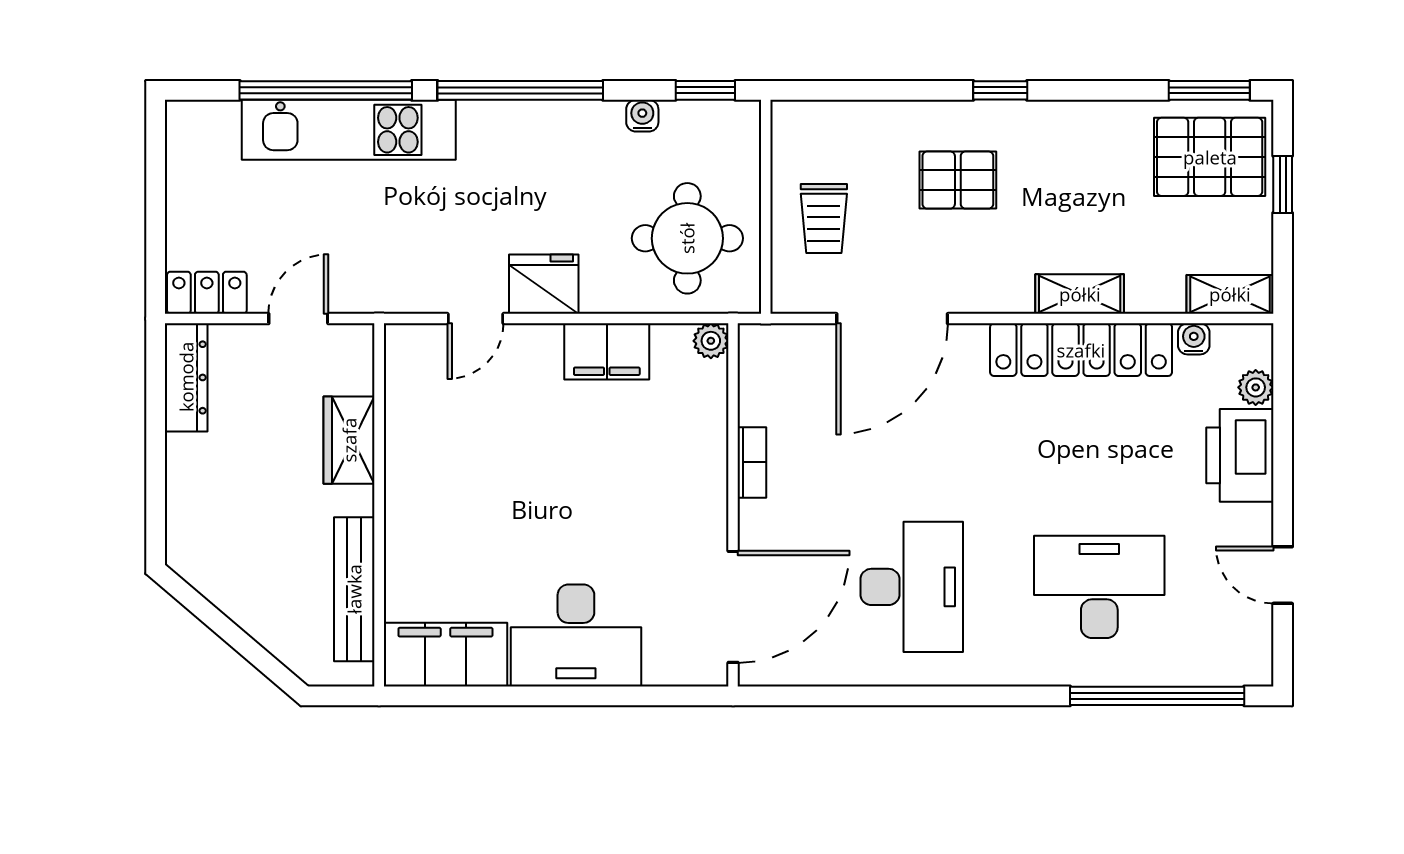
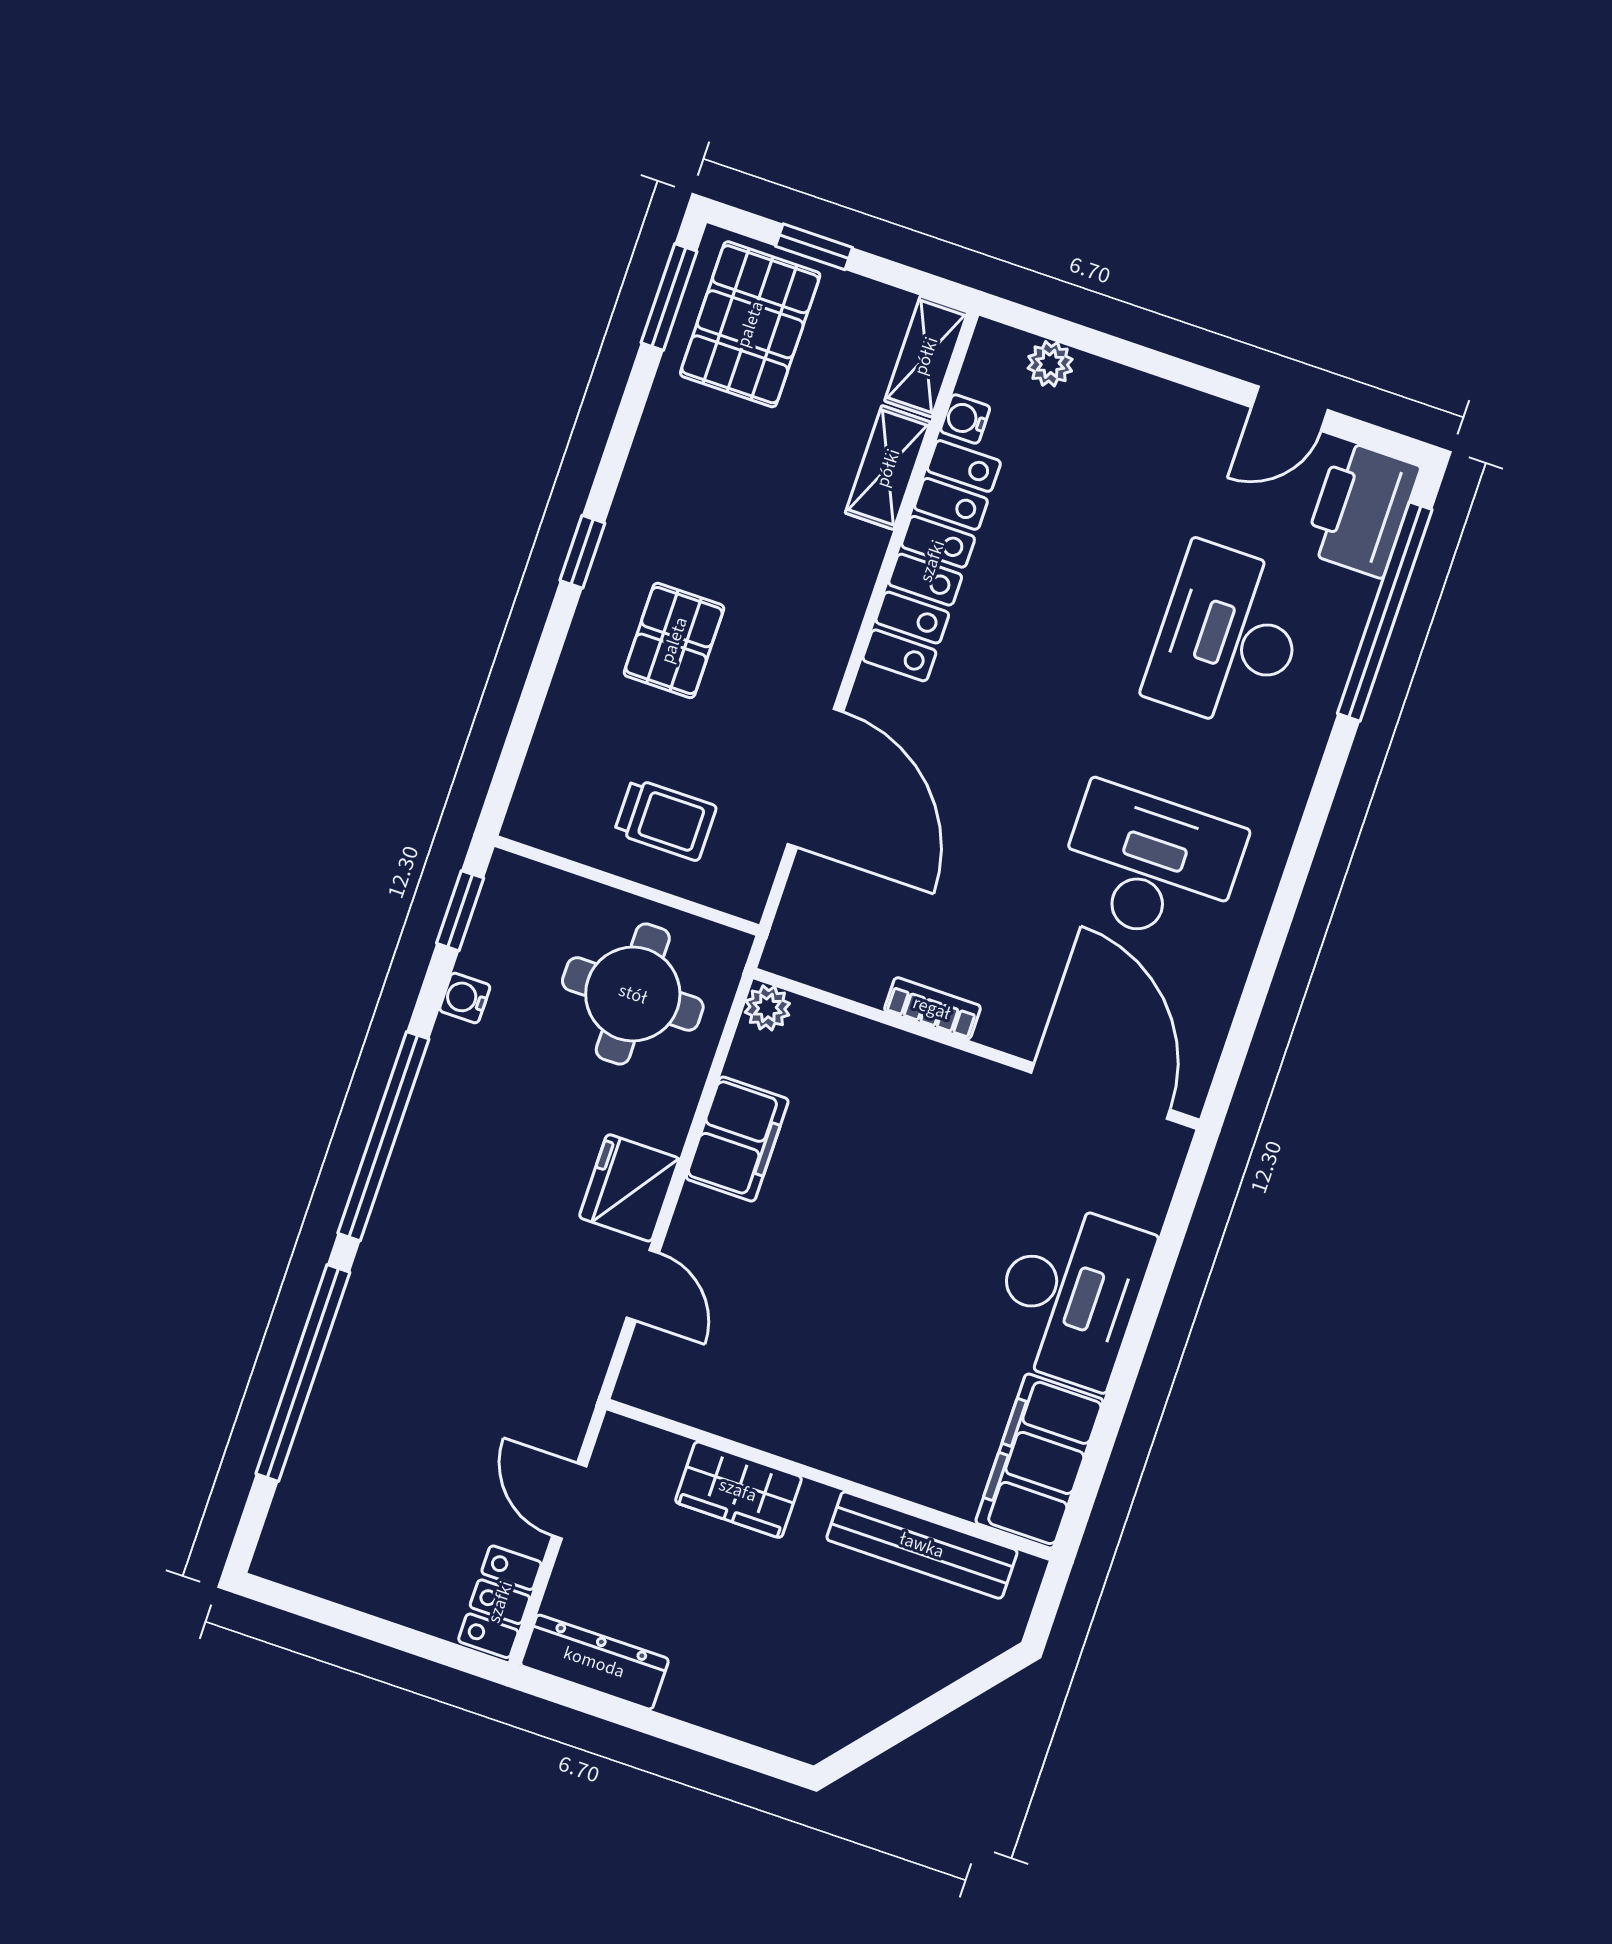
kitchen unit: (349, 130) -> (360, 1361), removed
shelving: (1080, 294) -> (888, 468), moved
printer: (1240, 455) -> (1362, 509), moved, turned 90

